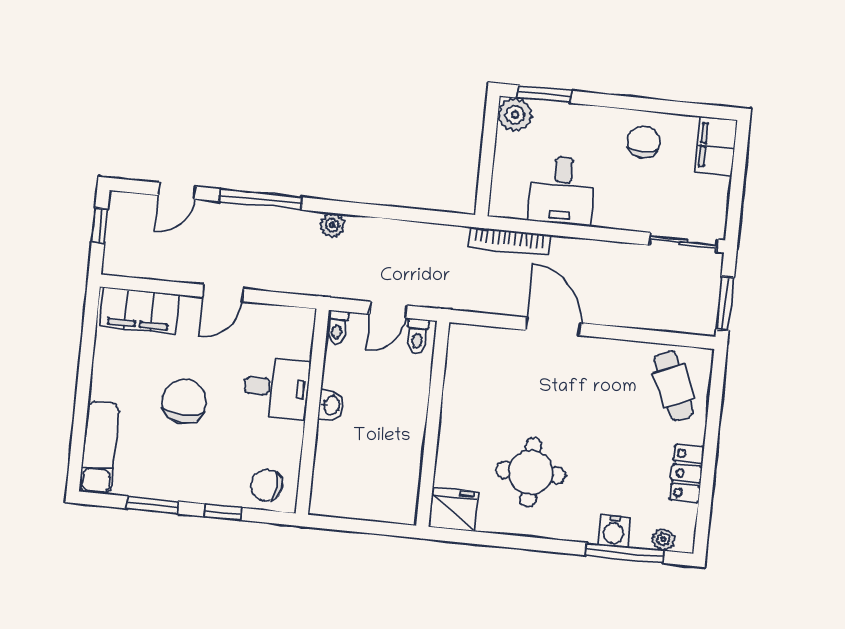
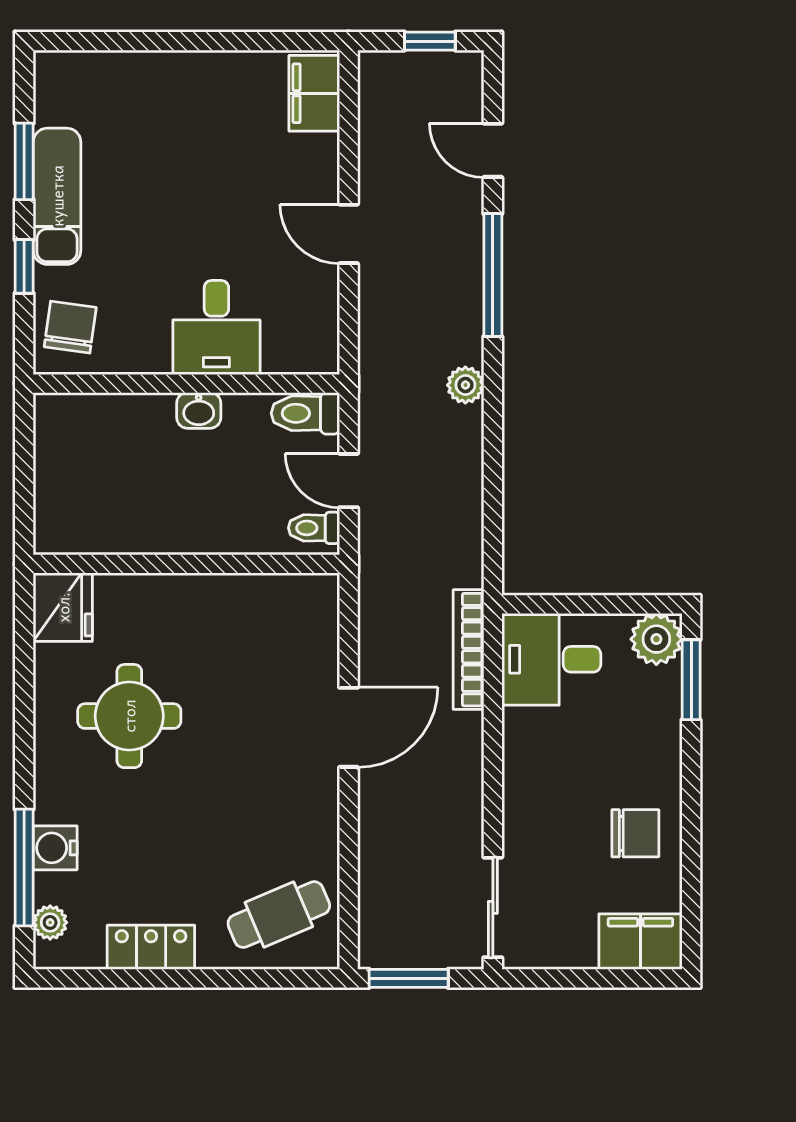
desk: (562, 190) -> (551, 659), moved
filing cabinet: (139, 310) -> (314, 93), width x0.67, depth x0.86
toilet: (337, 327) -> (305, 413), width x1.37, depth x1.39
chair: (184, 401) -> (182, 192), removed
exam couch: (99, 447) -> (57, 196), moved, turned -90

